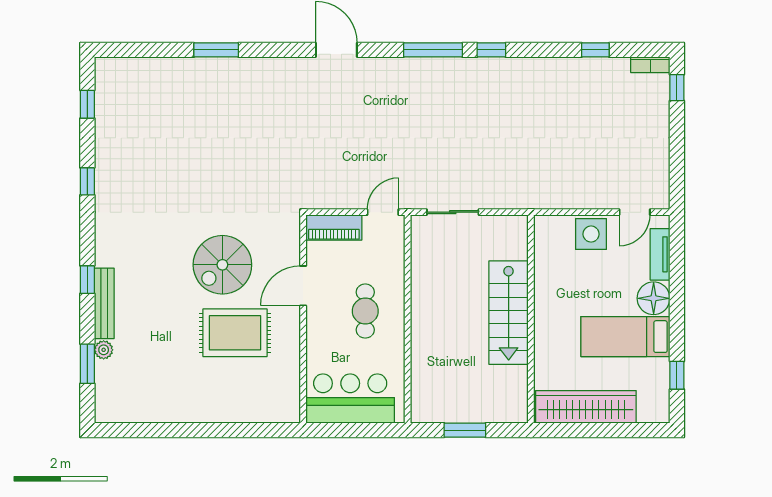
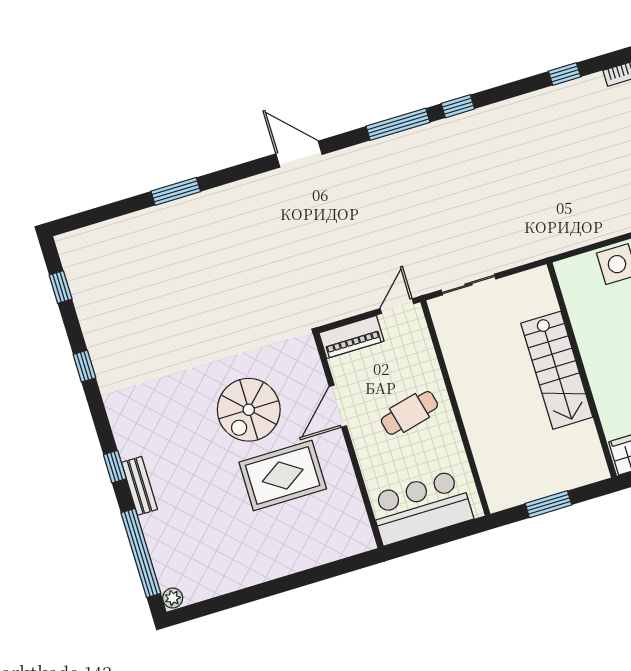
bench: (104, 303) -> (139, 486), width x0.73
cafe table: (365, 311) -> (409, 413), turned 76
plant: (104, 350) -> (173, 598), moved
window: (87, 364) -> (141, 553), width x2.11

